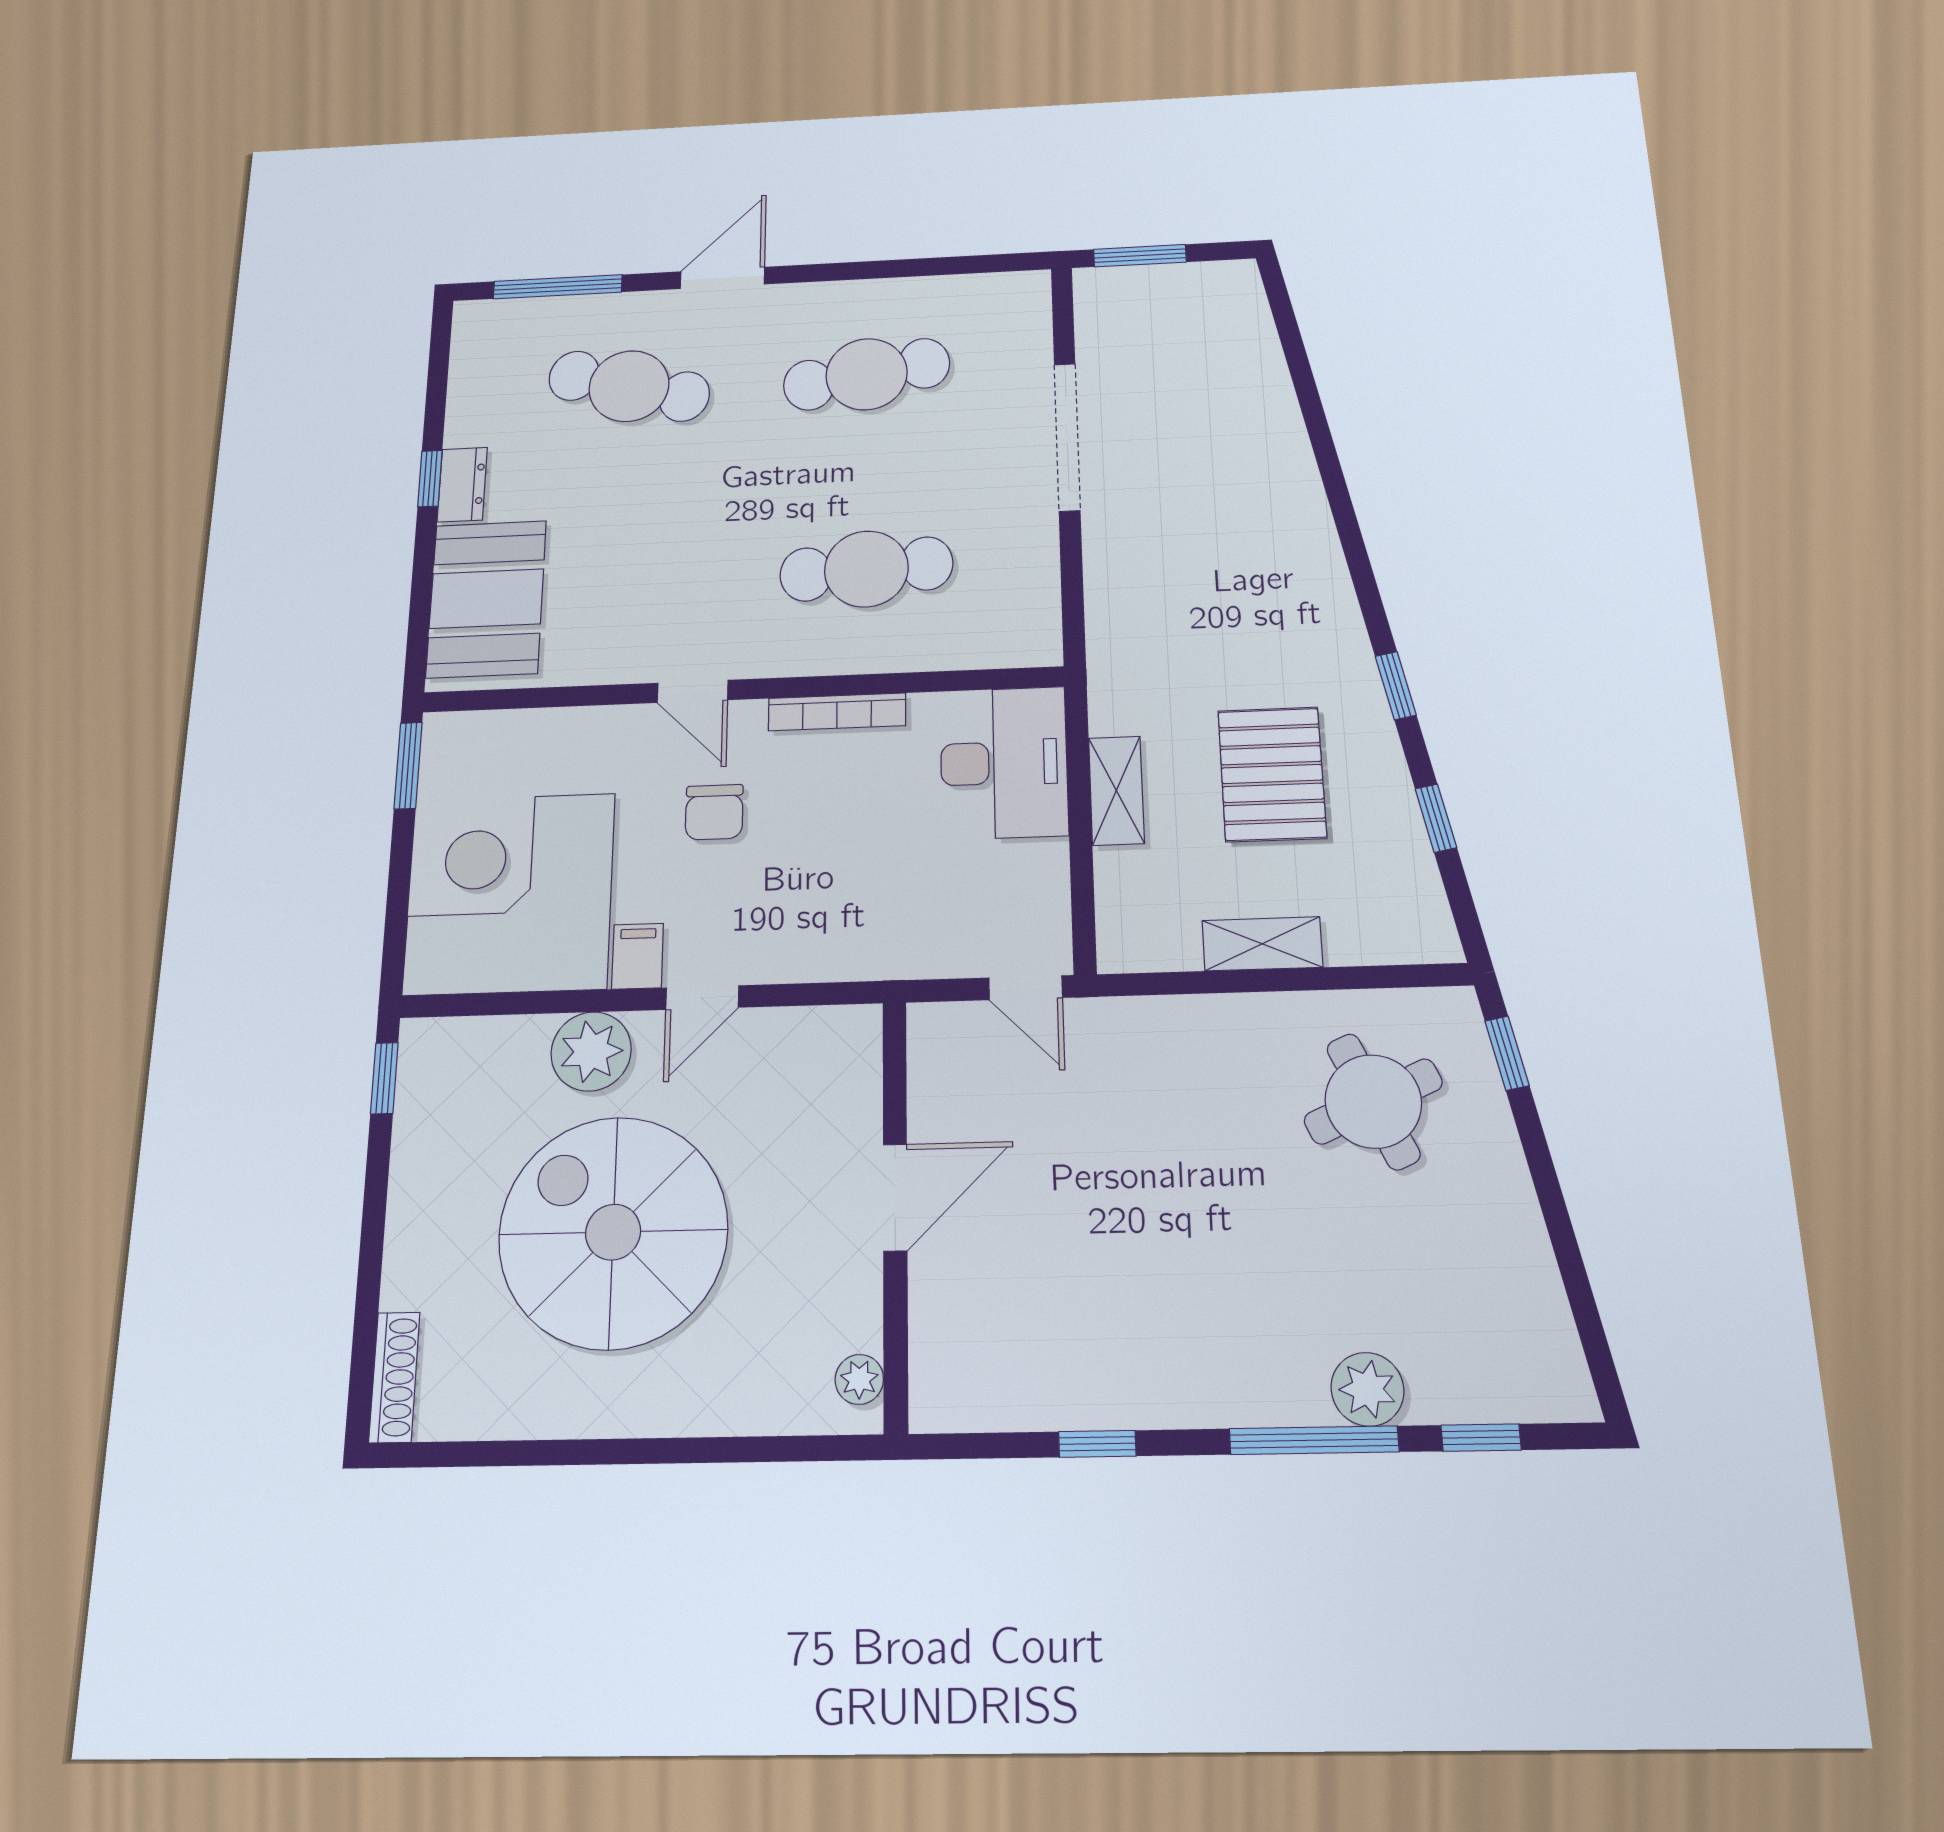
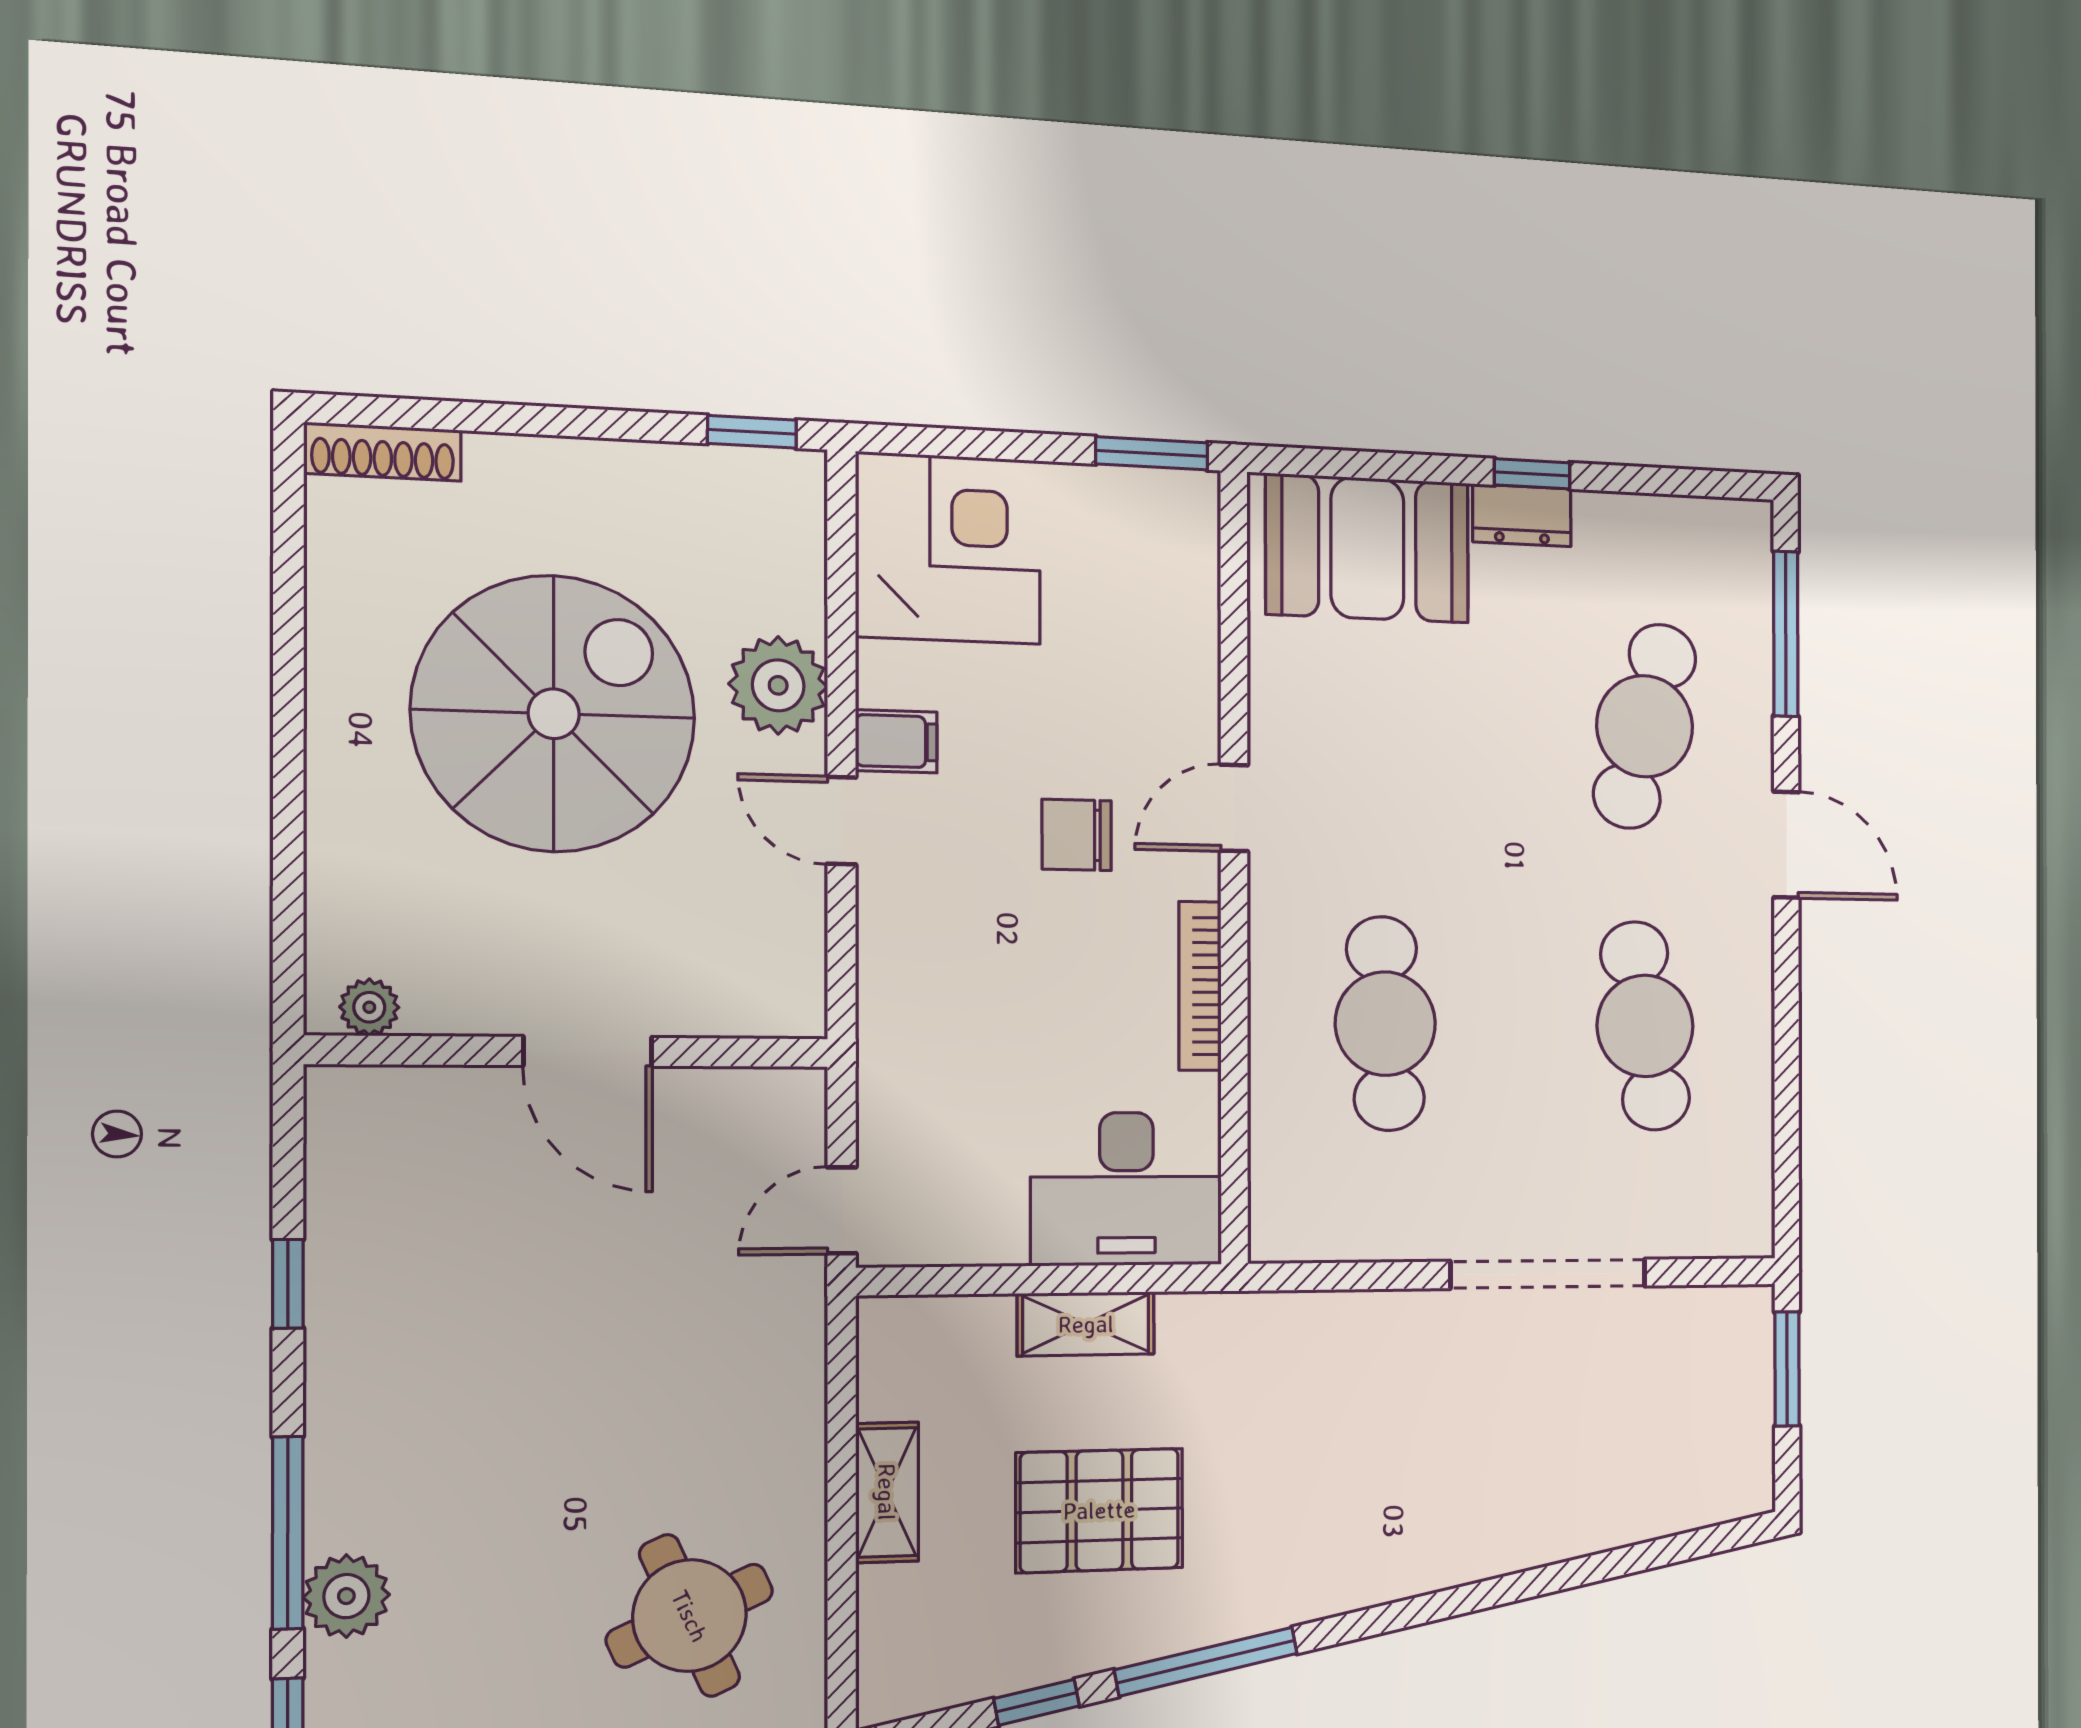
window: (1396, 686) -> (1206, 1662), width x2.17
corner desk: (510, 893) -> (948, 548), width x0.74, depth x0.74

